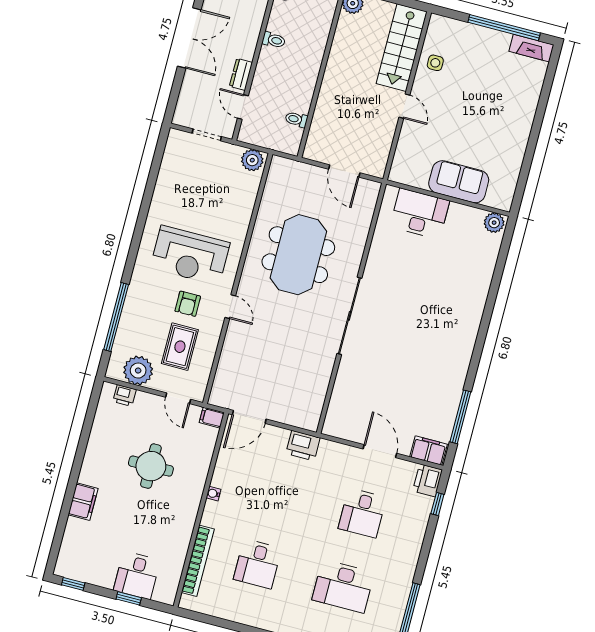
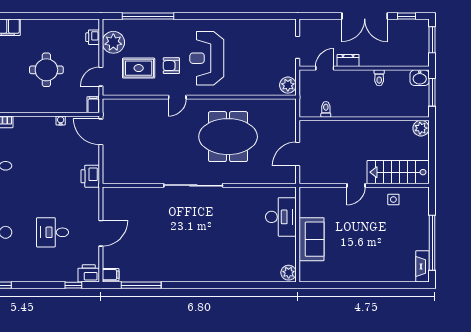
filing cabinet: (429, 451) -> (111, 275), width x0.50
water cooler: (213, 494) -> (61, 120), moved

